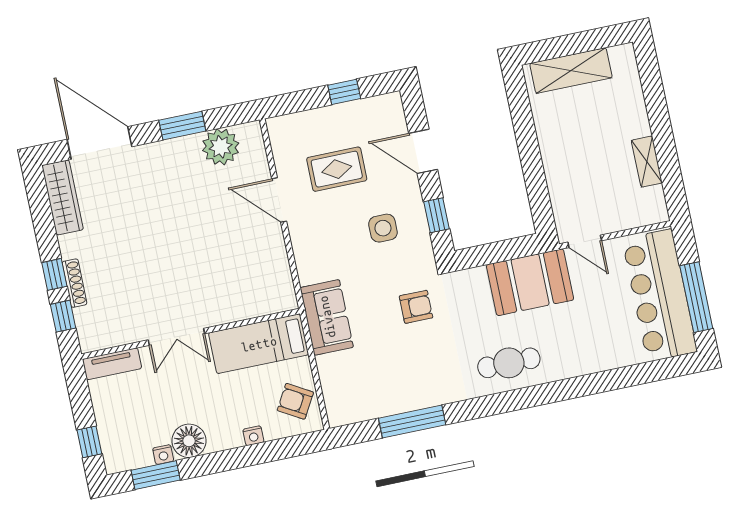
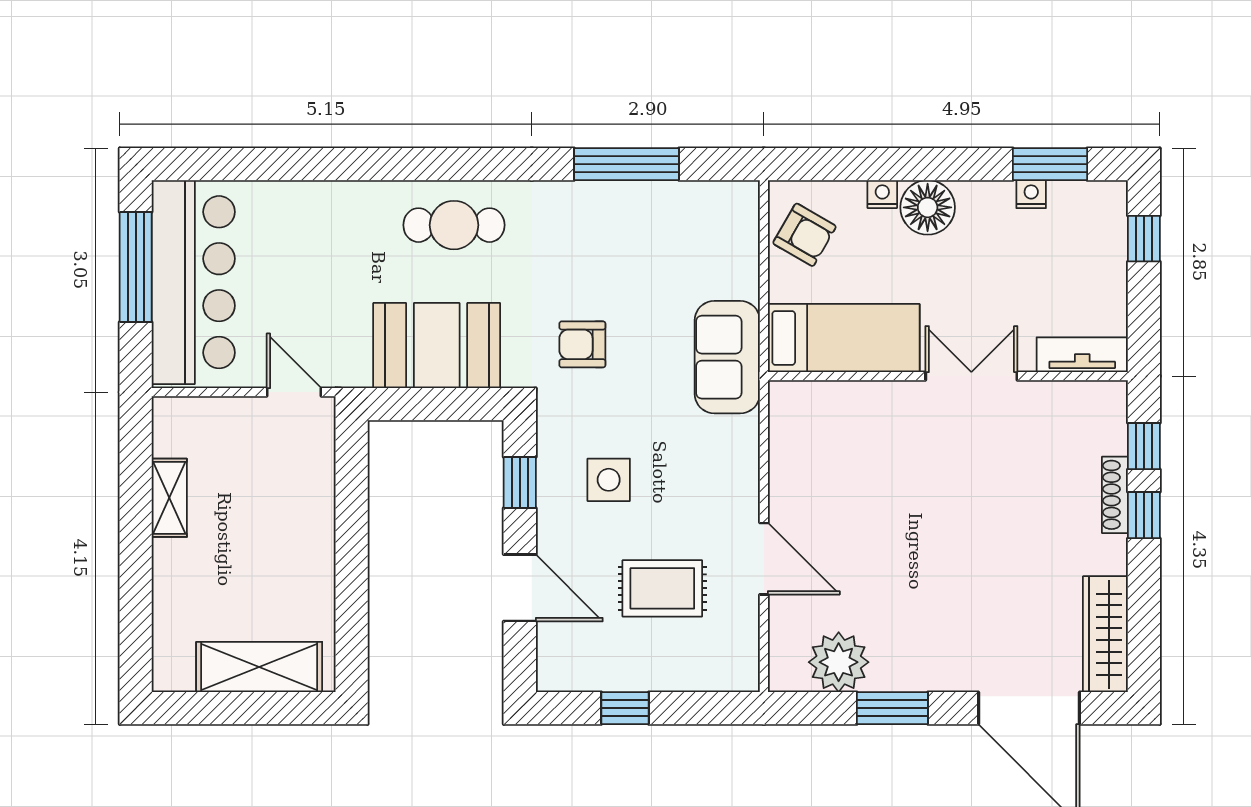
booth: (530, 282) -> (437, 346), moved
floor lamp: (189, 441) -> (928, 207), moved

